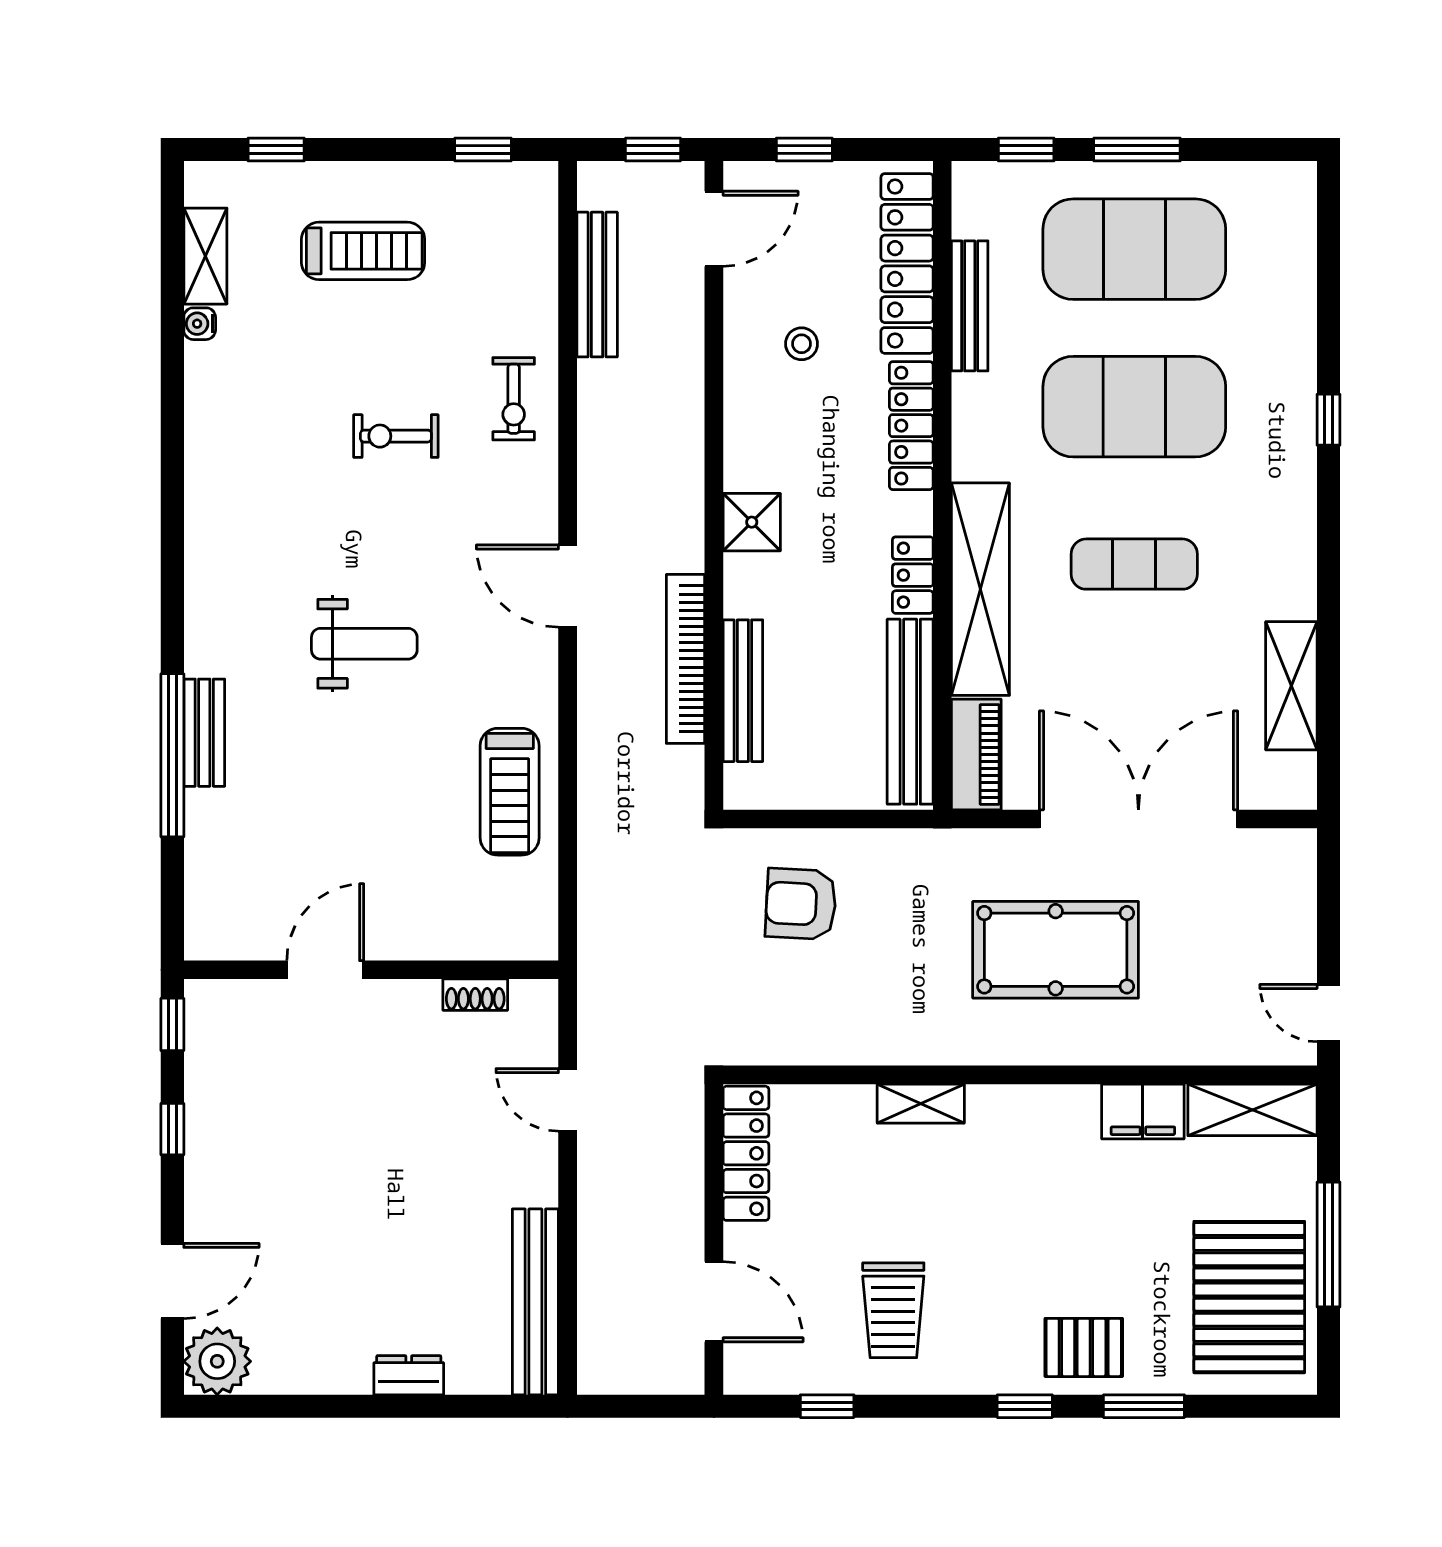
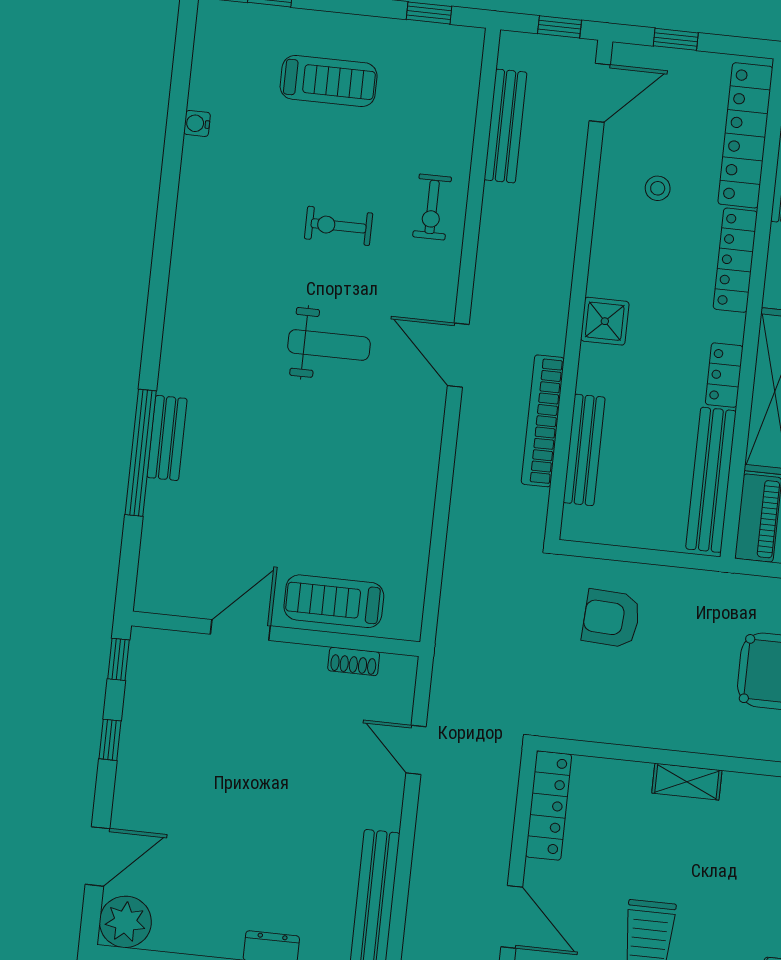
shelving: (205, 256) -> (207, 72), removed
weight bench: (364, 644) -> (329, 345), moved
treadmill: (510, 792) -> (334, 601), moved, turned 90

